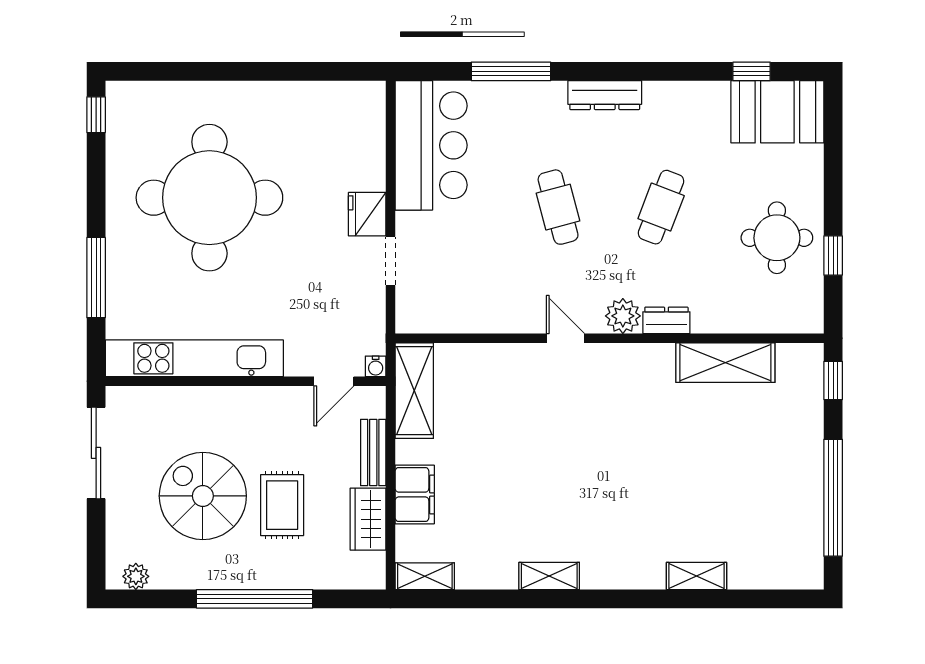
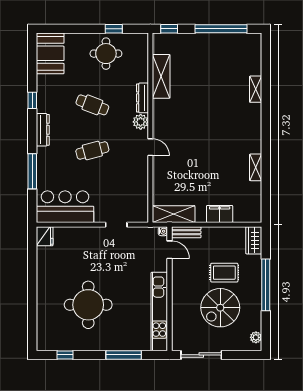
window: (752, 71) -> (32, 100), moved
window: (96, 115) -> (65, 355), moved
round table: (209, 198) -> (88, 305), width x0.73, depth x0.73
fridge: (367, 214) -> (45, 236), moved, turned -90
dresser: (666, 320) -> (142, 98), width x1.44
door: (565, 338) -> (150, 147), swing flipped
bench: (373, 453) -> (186, 232), moved
wardrobe: (368, 519) -> (254, 240), moved, turned 90
shelving: (425, 576) -> (256, 209), removed
shelving: (549, 576) -> (256, 167), moved

